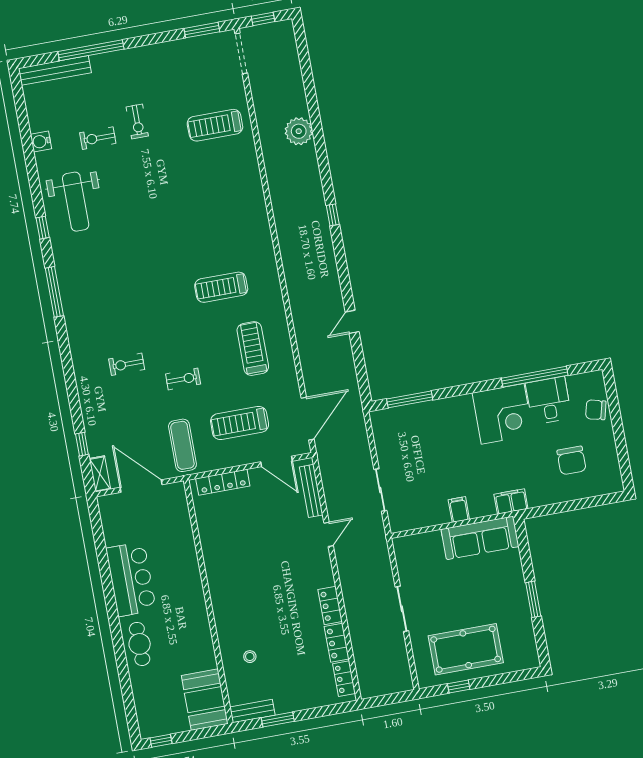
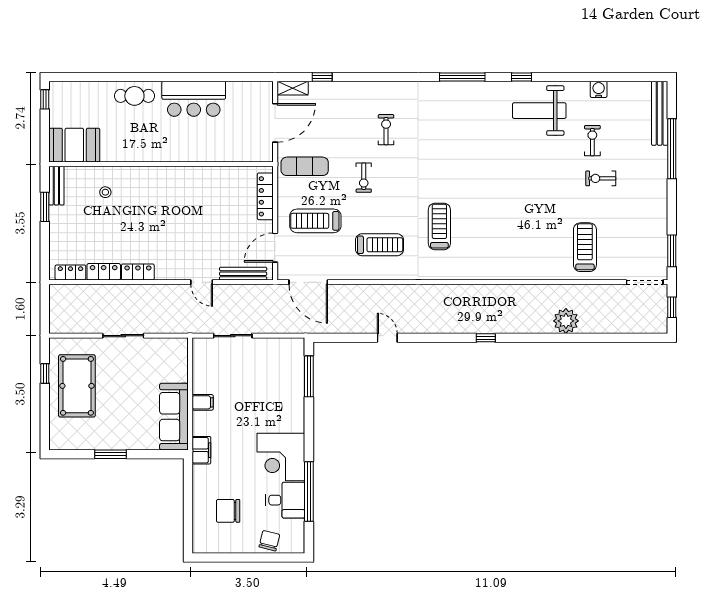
treadmill: (240, 423) -> (315, 221), turned -90

